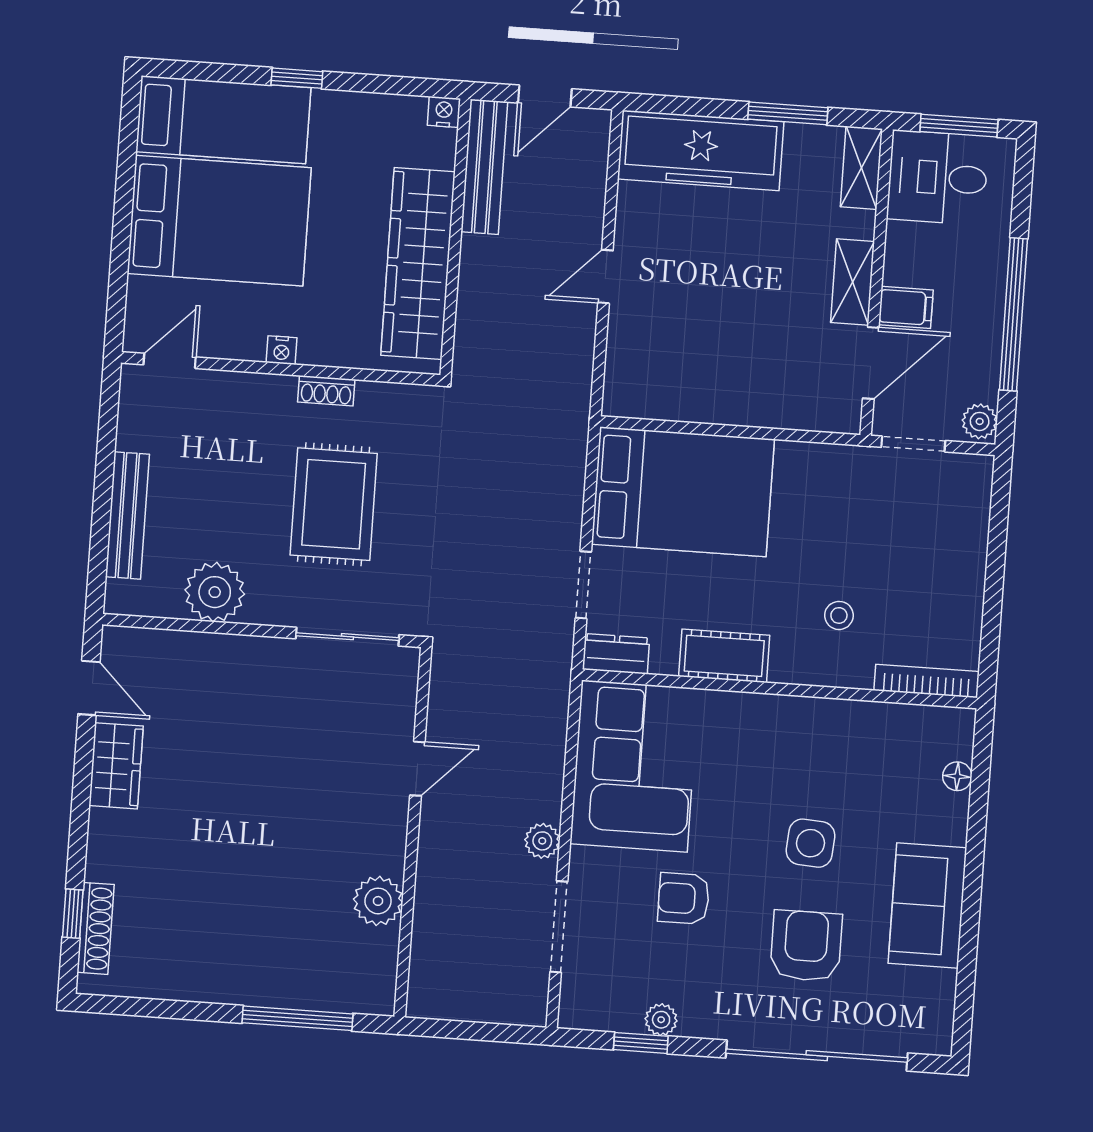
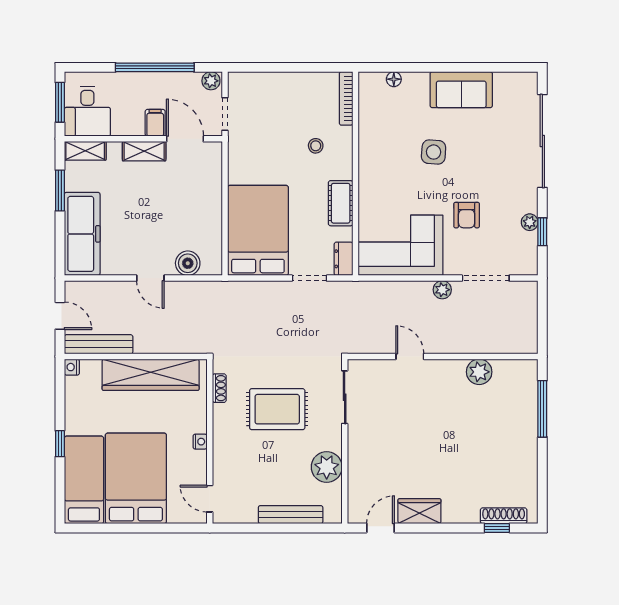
boiler: (629, 351) -> (188, 263), added
shoe rack: (326, 391) -> (219, 388), moved
armchair: (806, 946) -> (486, 151), removed

